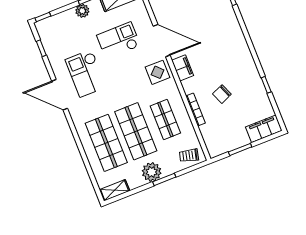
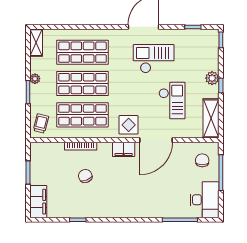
shop shelf: (165, 120) -> (82, 115), width x1.43, depth x1.36
plant: (152, 172) -> (35, 79), width x0.53, depth x0.53

